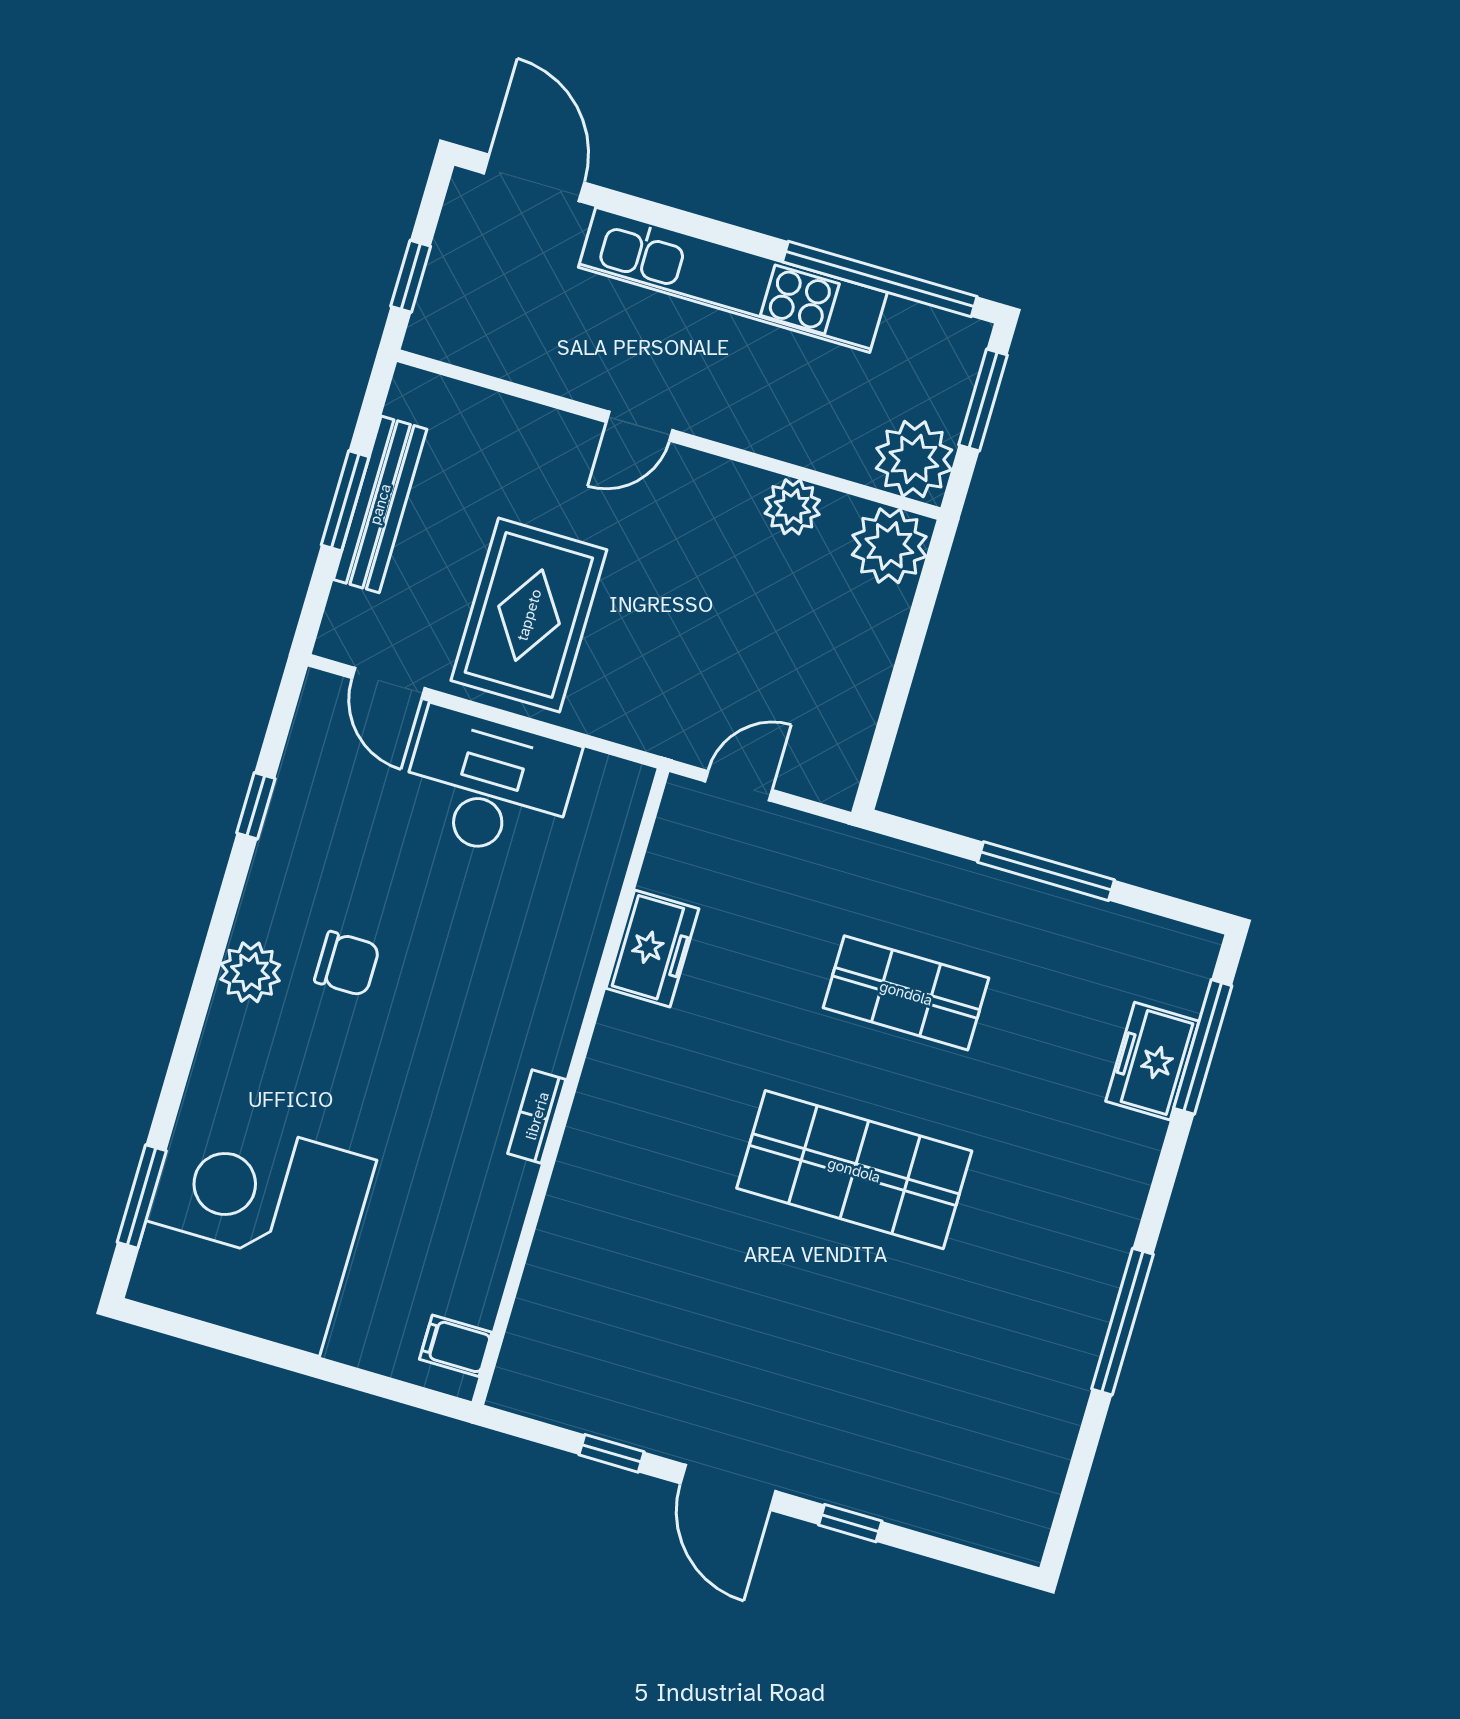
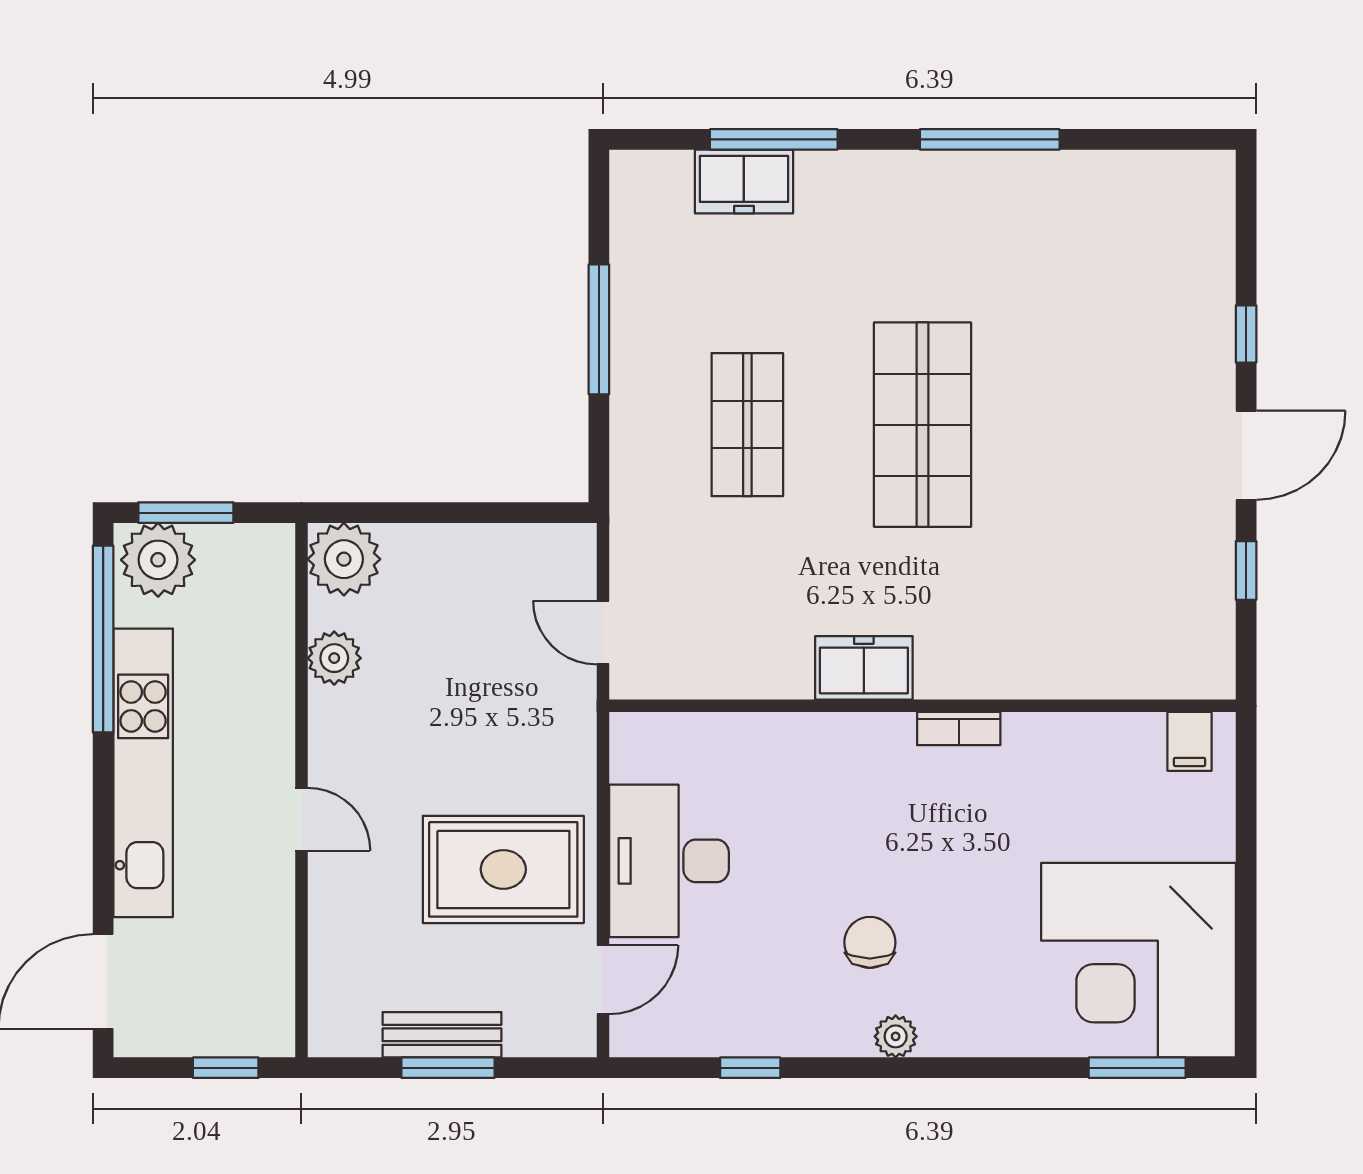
plant: (914, 459) -> (158, 560), moved
bench: (380, 504) -> (442, 1035), width x0.73
freezer: (652, 949) -> (864, 668), moved
plant: (250, 972) -> (896, 1036), width x0.73, depth x0.73
window: (1203, 1047) -> (774, 139), moved

